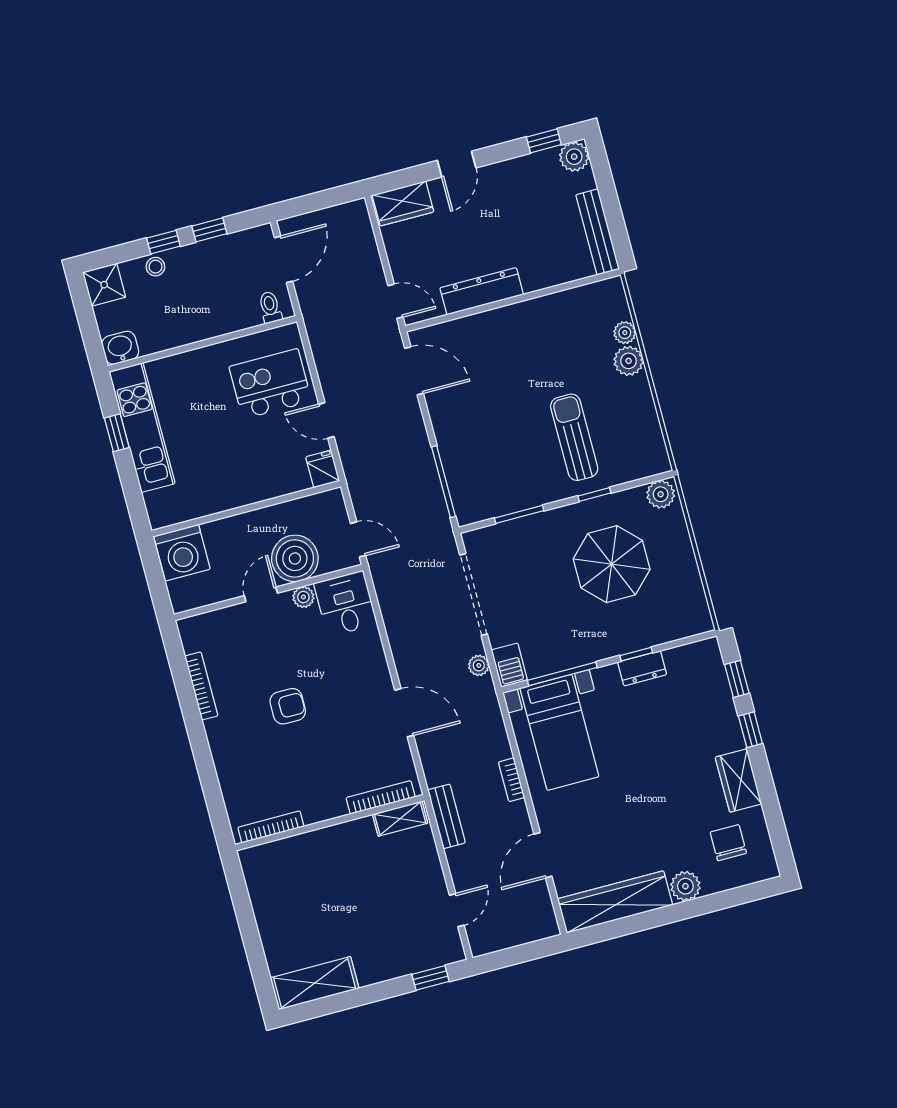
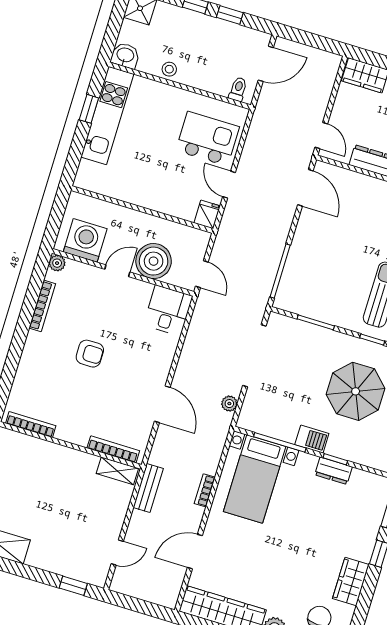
stool: (155, 267) -> (169, 69), moved
washing machine: (182, 553) -> (85, 240), moved, turned 180
plant: (303, 597) -> (57, 263), moved
barbecue: (509, 665) -> (312, 439), moved, turned -90

